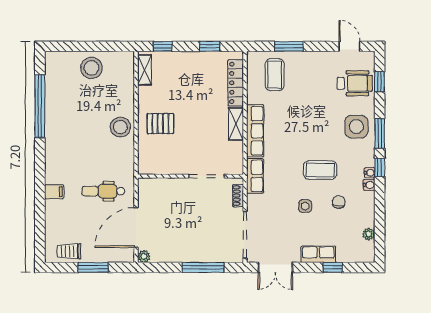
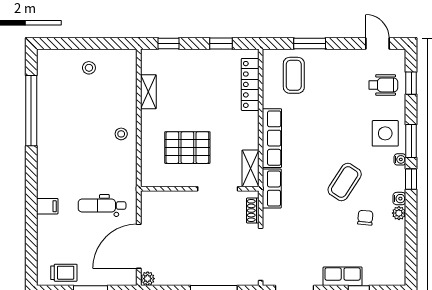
stool: (92, 68) -> (89, 68), width x0.53, depth x0.53
shelving: (145, 70) -> (148, 92), moved
wheelchair: (355, 83) -> (383, 85), width x0.73, depth x0.73
pallet: (160, 124) -> (187, 148), moved, width x1.50, depth x1.42
shelving: (236, 124) -> (250, 168), moved
stool: (120, 127) -> (121, 134), width x0.53, depth x0.53
coffee table: (320, 170) -> (345, 182), turned -57
water cooler: (370, 173) -> (400, 159), moved
side table: (305, 206) -> (328, 222), removed
plant: (369, 234) -> (399, 213), moved
trolley: (69, 251) -> (64, 273), turned 180

